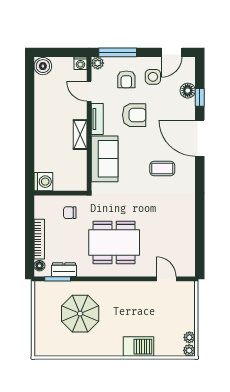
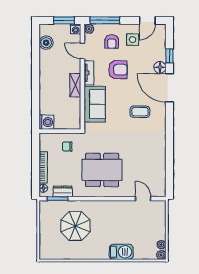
window: (66, 52) -> (64, 20), added
boiler: (43, 66) -> (46, 43), moved
floor lamp: (188, 91) -> (160, 67), moved

